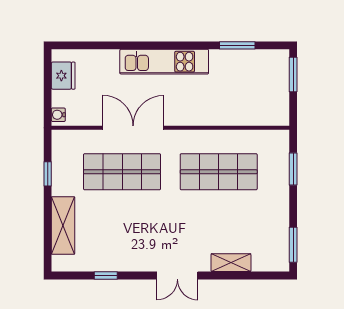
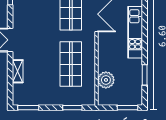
plant: (246, 112) -> (106, 80), added

